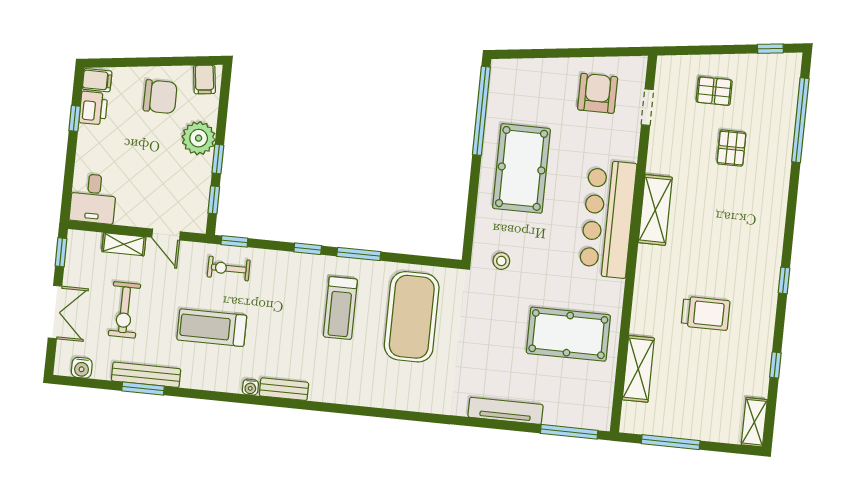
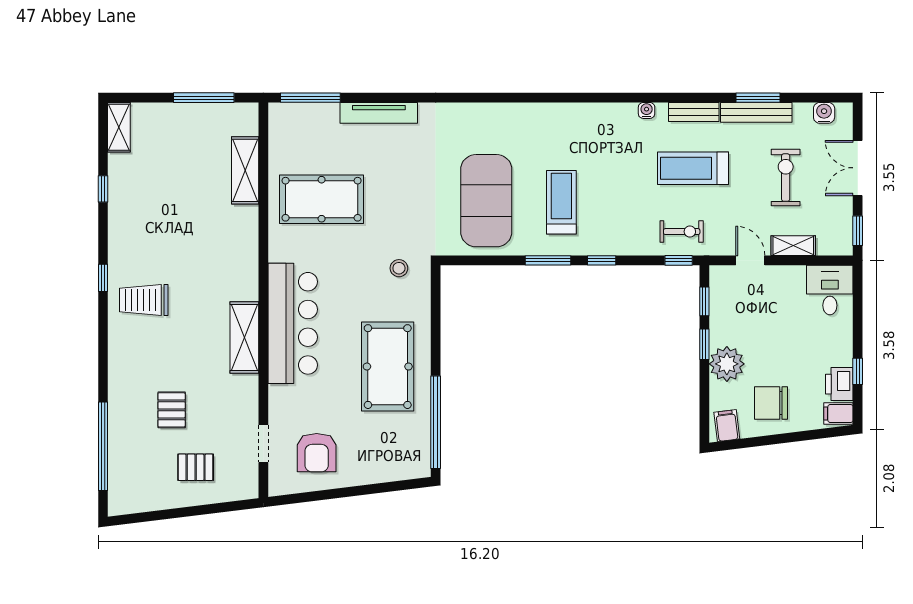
window: (770, 49) -> (142, 517), removed
trolley: (706, 313) -> (144, 300), moved
treadmill: (212, 328) -> (693, 168), turned 180
bench: (284, 389) -> (694, 112), moved

